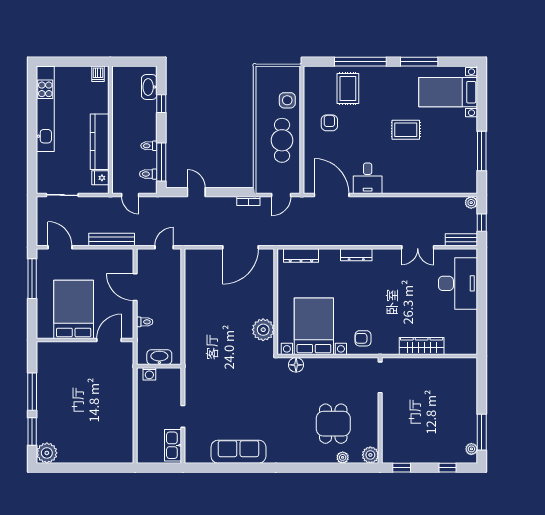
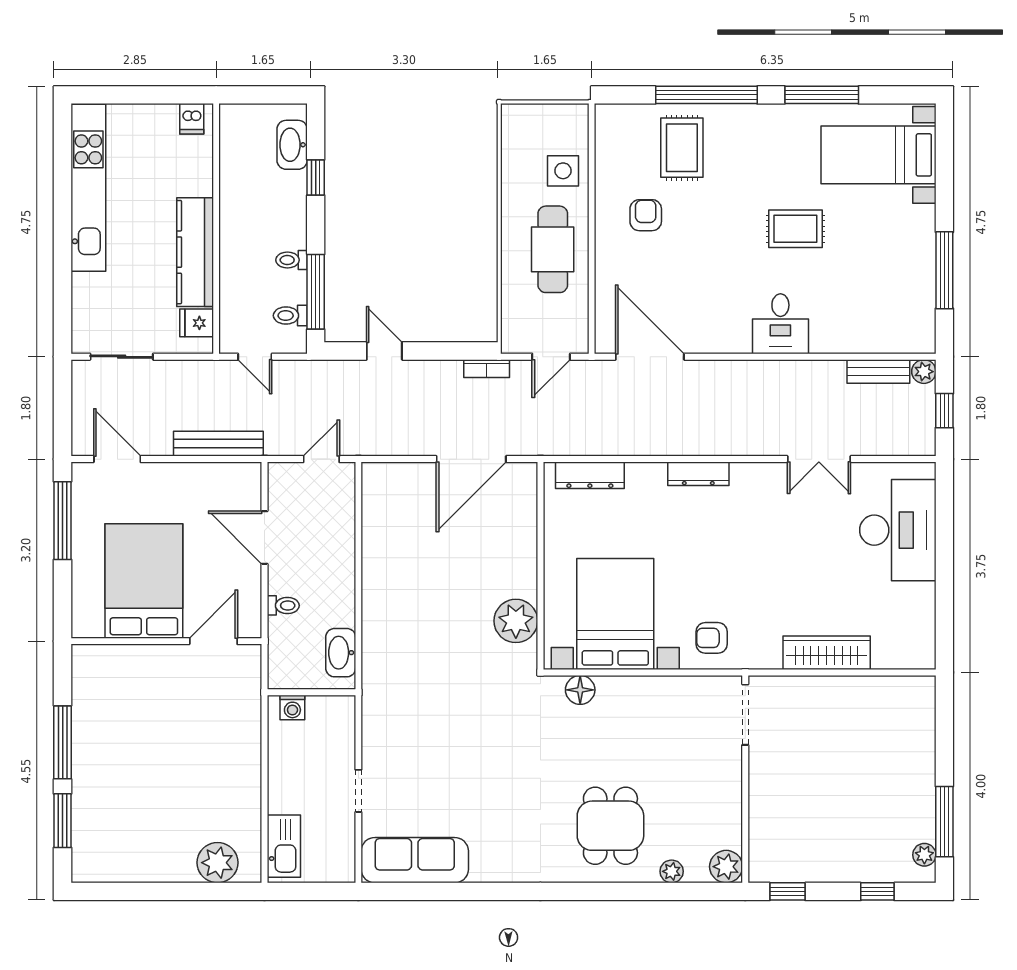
desk: (368, 178) -> (780, 324), moved
bench: (461, 240) -> (878, 371), moved
washbasin: (159, 357) -> (341, 653), moved, turned -90
dining table: (333, 424) -> (610, 826), moved
kitchen sink: (173, 445) -> (284, 846), moved, turned 180
sofa: (238, 452) -> (415, 860), moved
plant: (47, 453) -> (217, 863), moved

